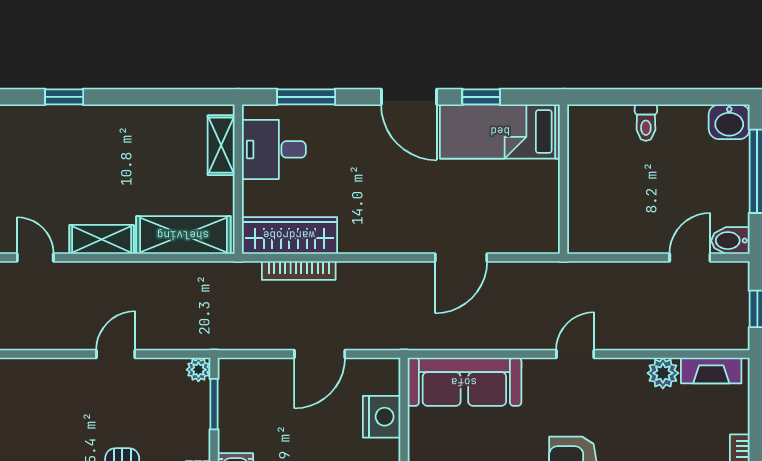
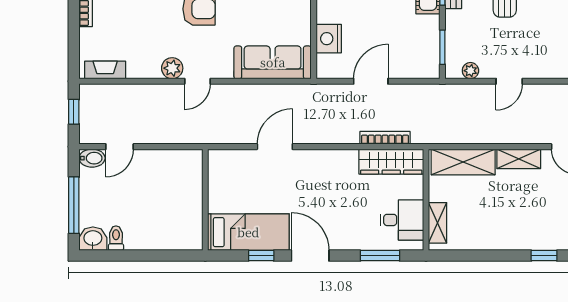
toilet: (646, 123) -> (116, 238), moved
plant: (198, 370) -> (470, 71), moved
plant: (663, 373) -> (172, 68), moved

